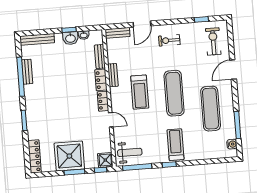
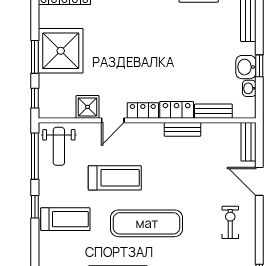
treadmill: (140, 92) -> (115, 178), moved, turned 180
shower: (105, 160) -> (88, 107), moved

